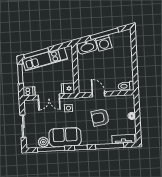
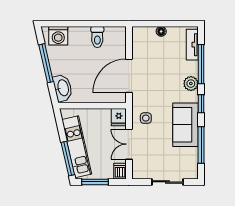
washing machine: (104, 43) -> (58, 36), moved, turned 103
toilet: (126, 86) -> (97, 37), moved
door: (98, 94) -> (129, 76), width x1.87
double door: (49, 97) -> (129, 144), swing flipped
armchair: (100, 118) -> (161, 75), removed
plant: (43, 142) -> (191, 84), moved

